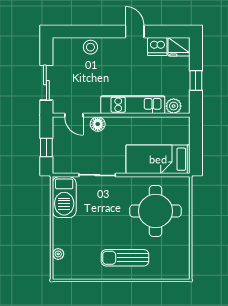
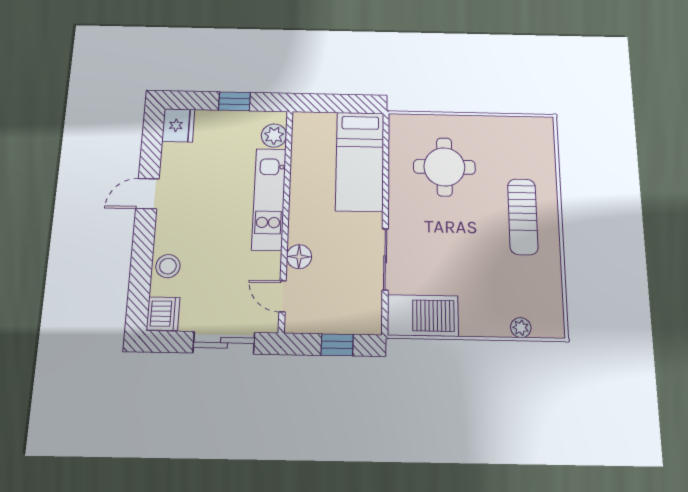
dishwasher: (157, 46) -> (163, 314), moved
door: (74, 115) -> (283, 296), swing flipped
round table: (155, 211) -> (444, 167), width x0.73, depth x0.73

